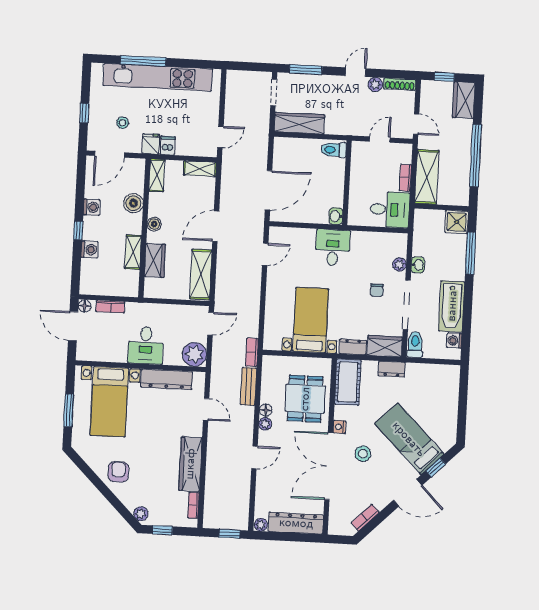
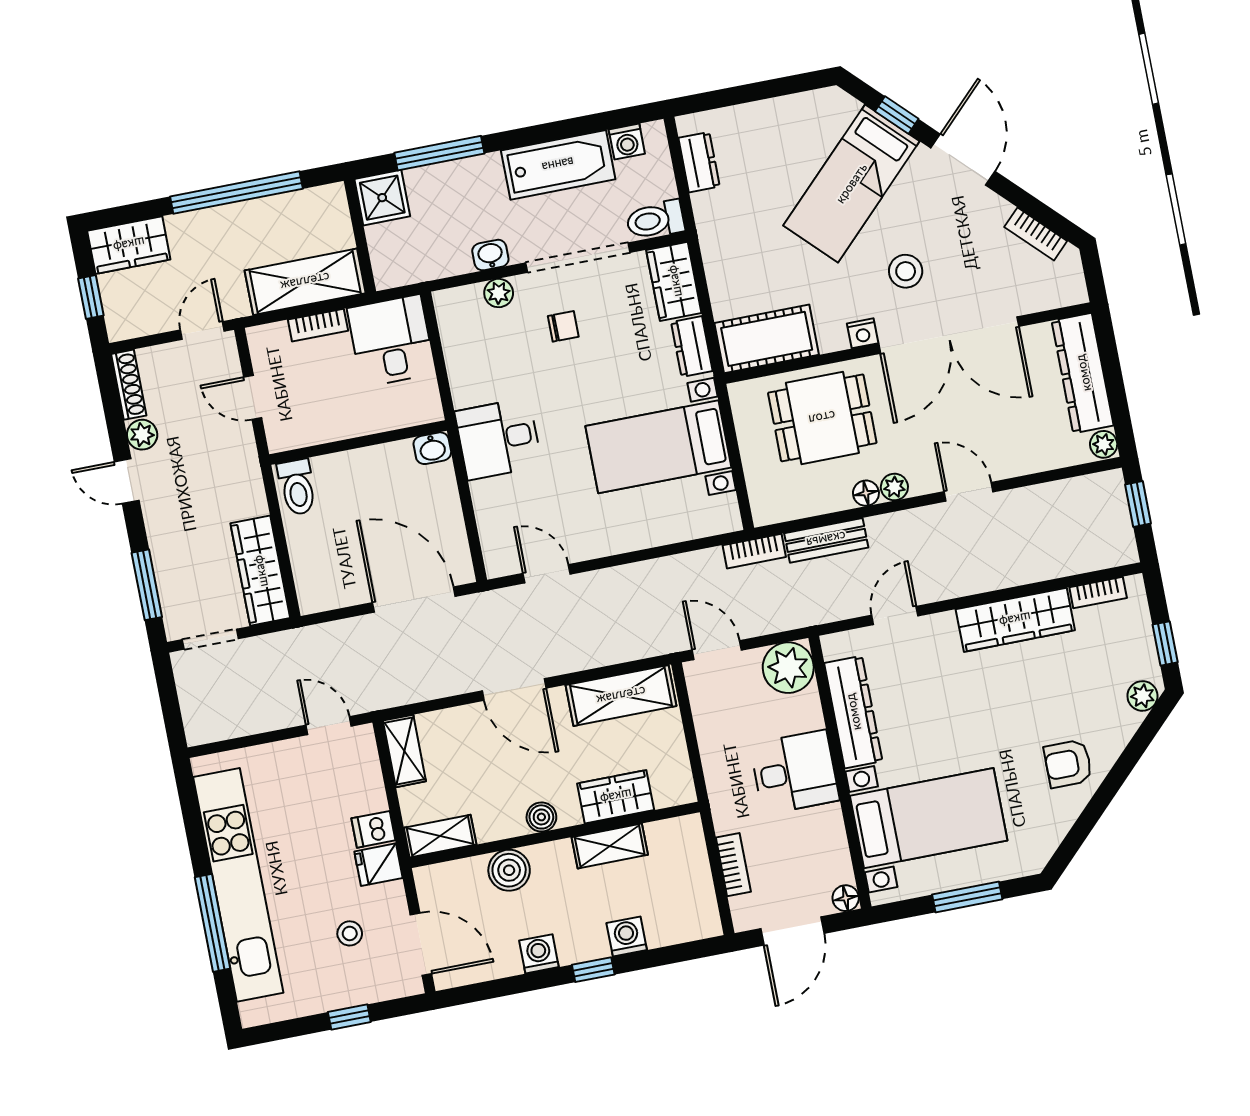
floor lamp: (85, 306) -> (846, 898), moved
dresser: (392, 369) -> (699, 162), moved

